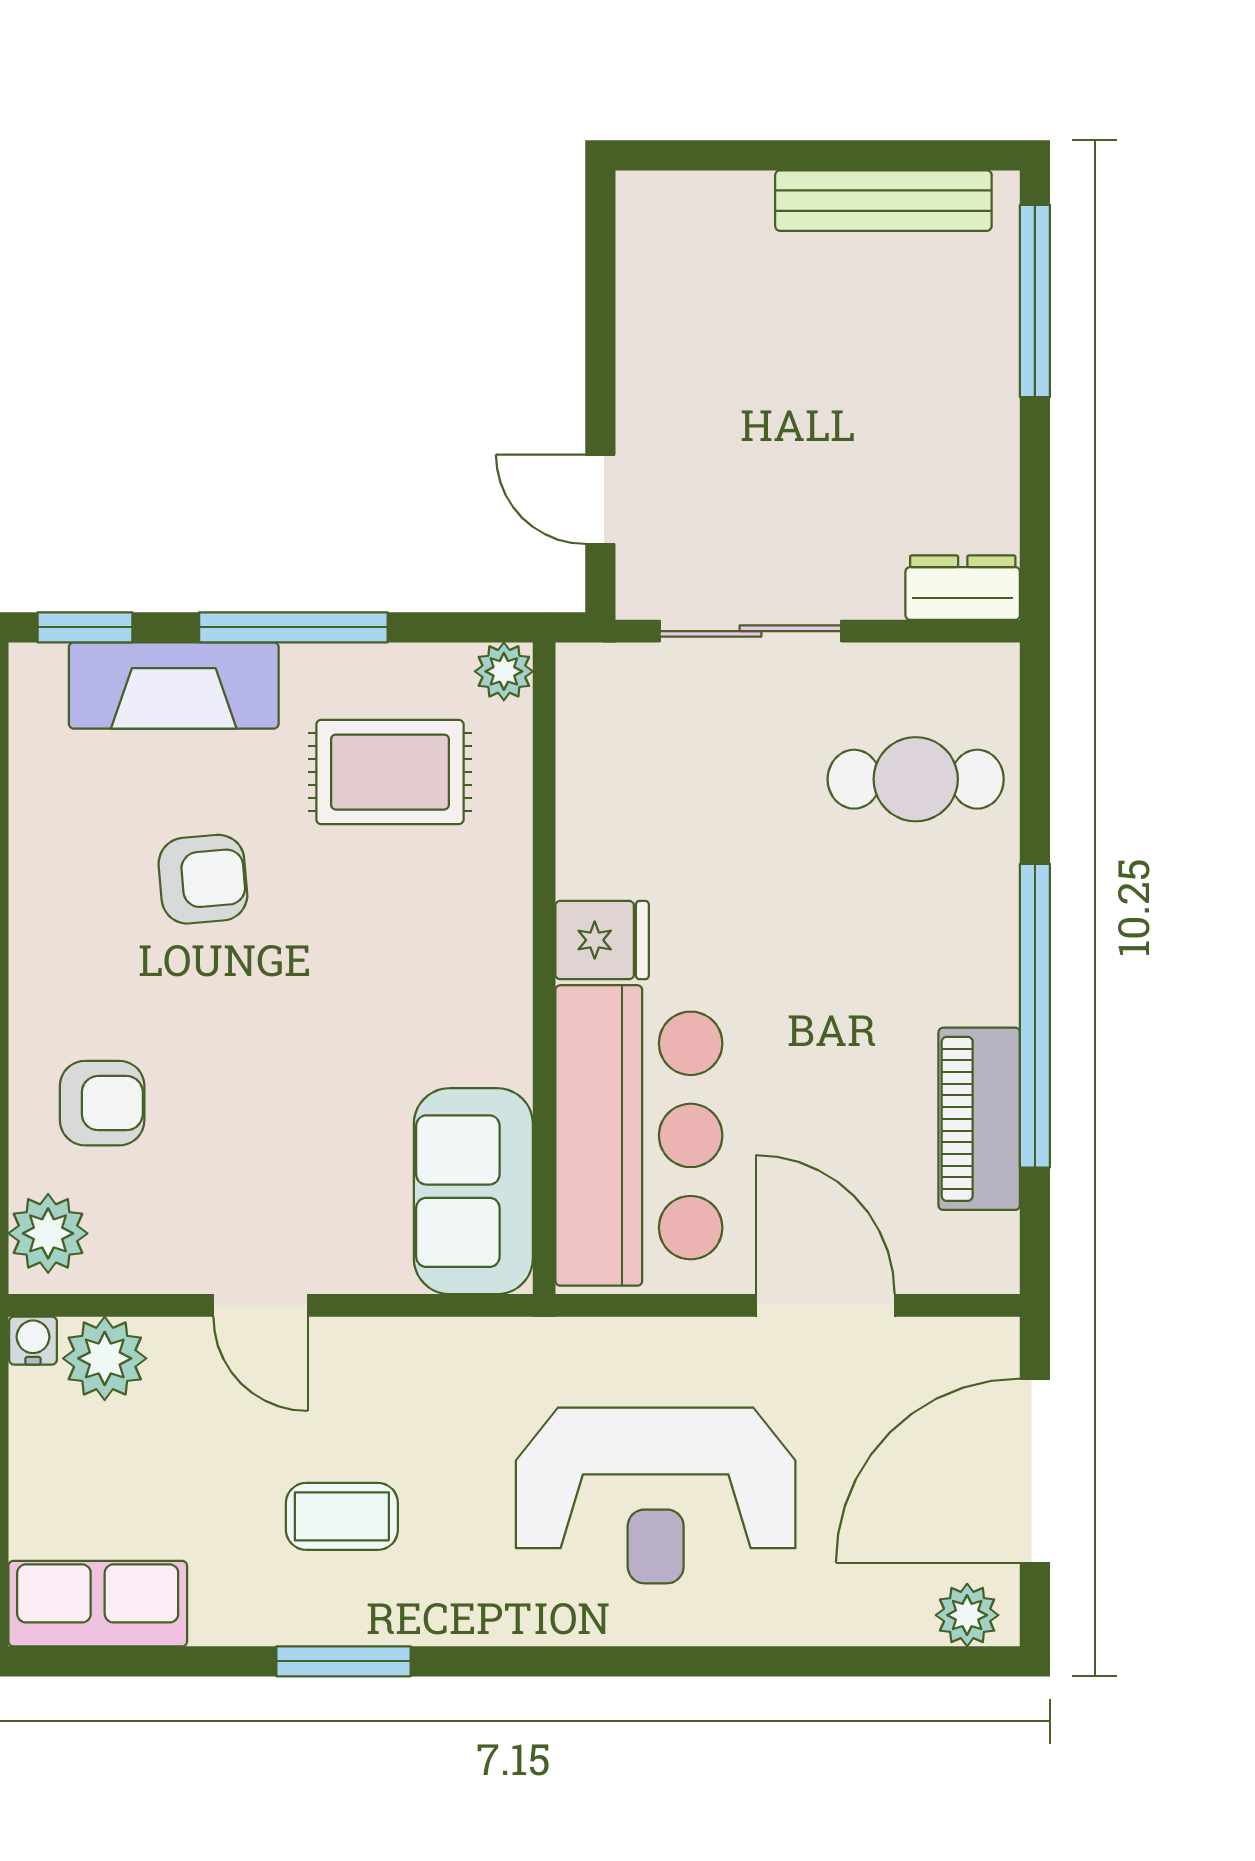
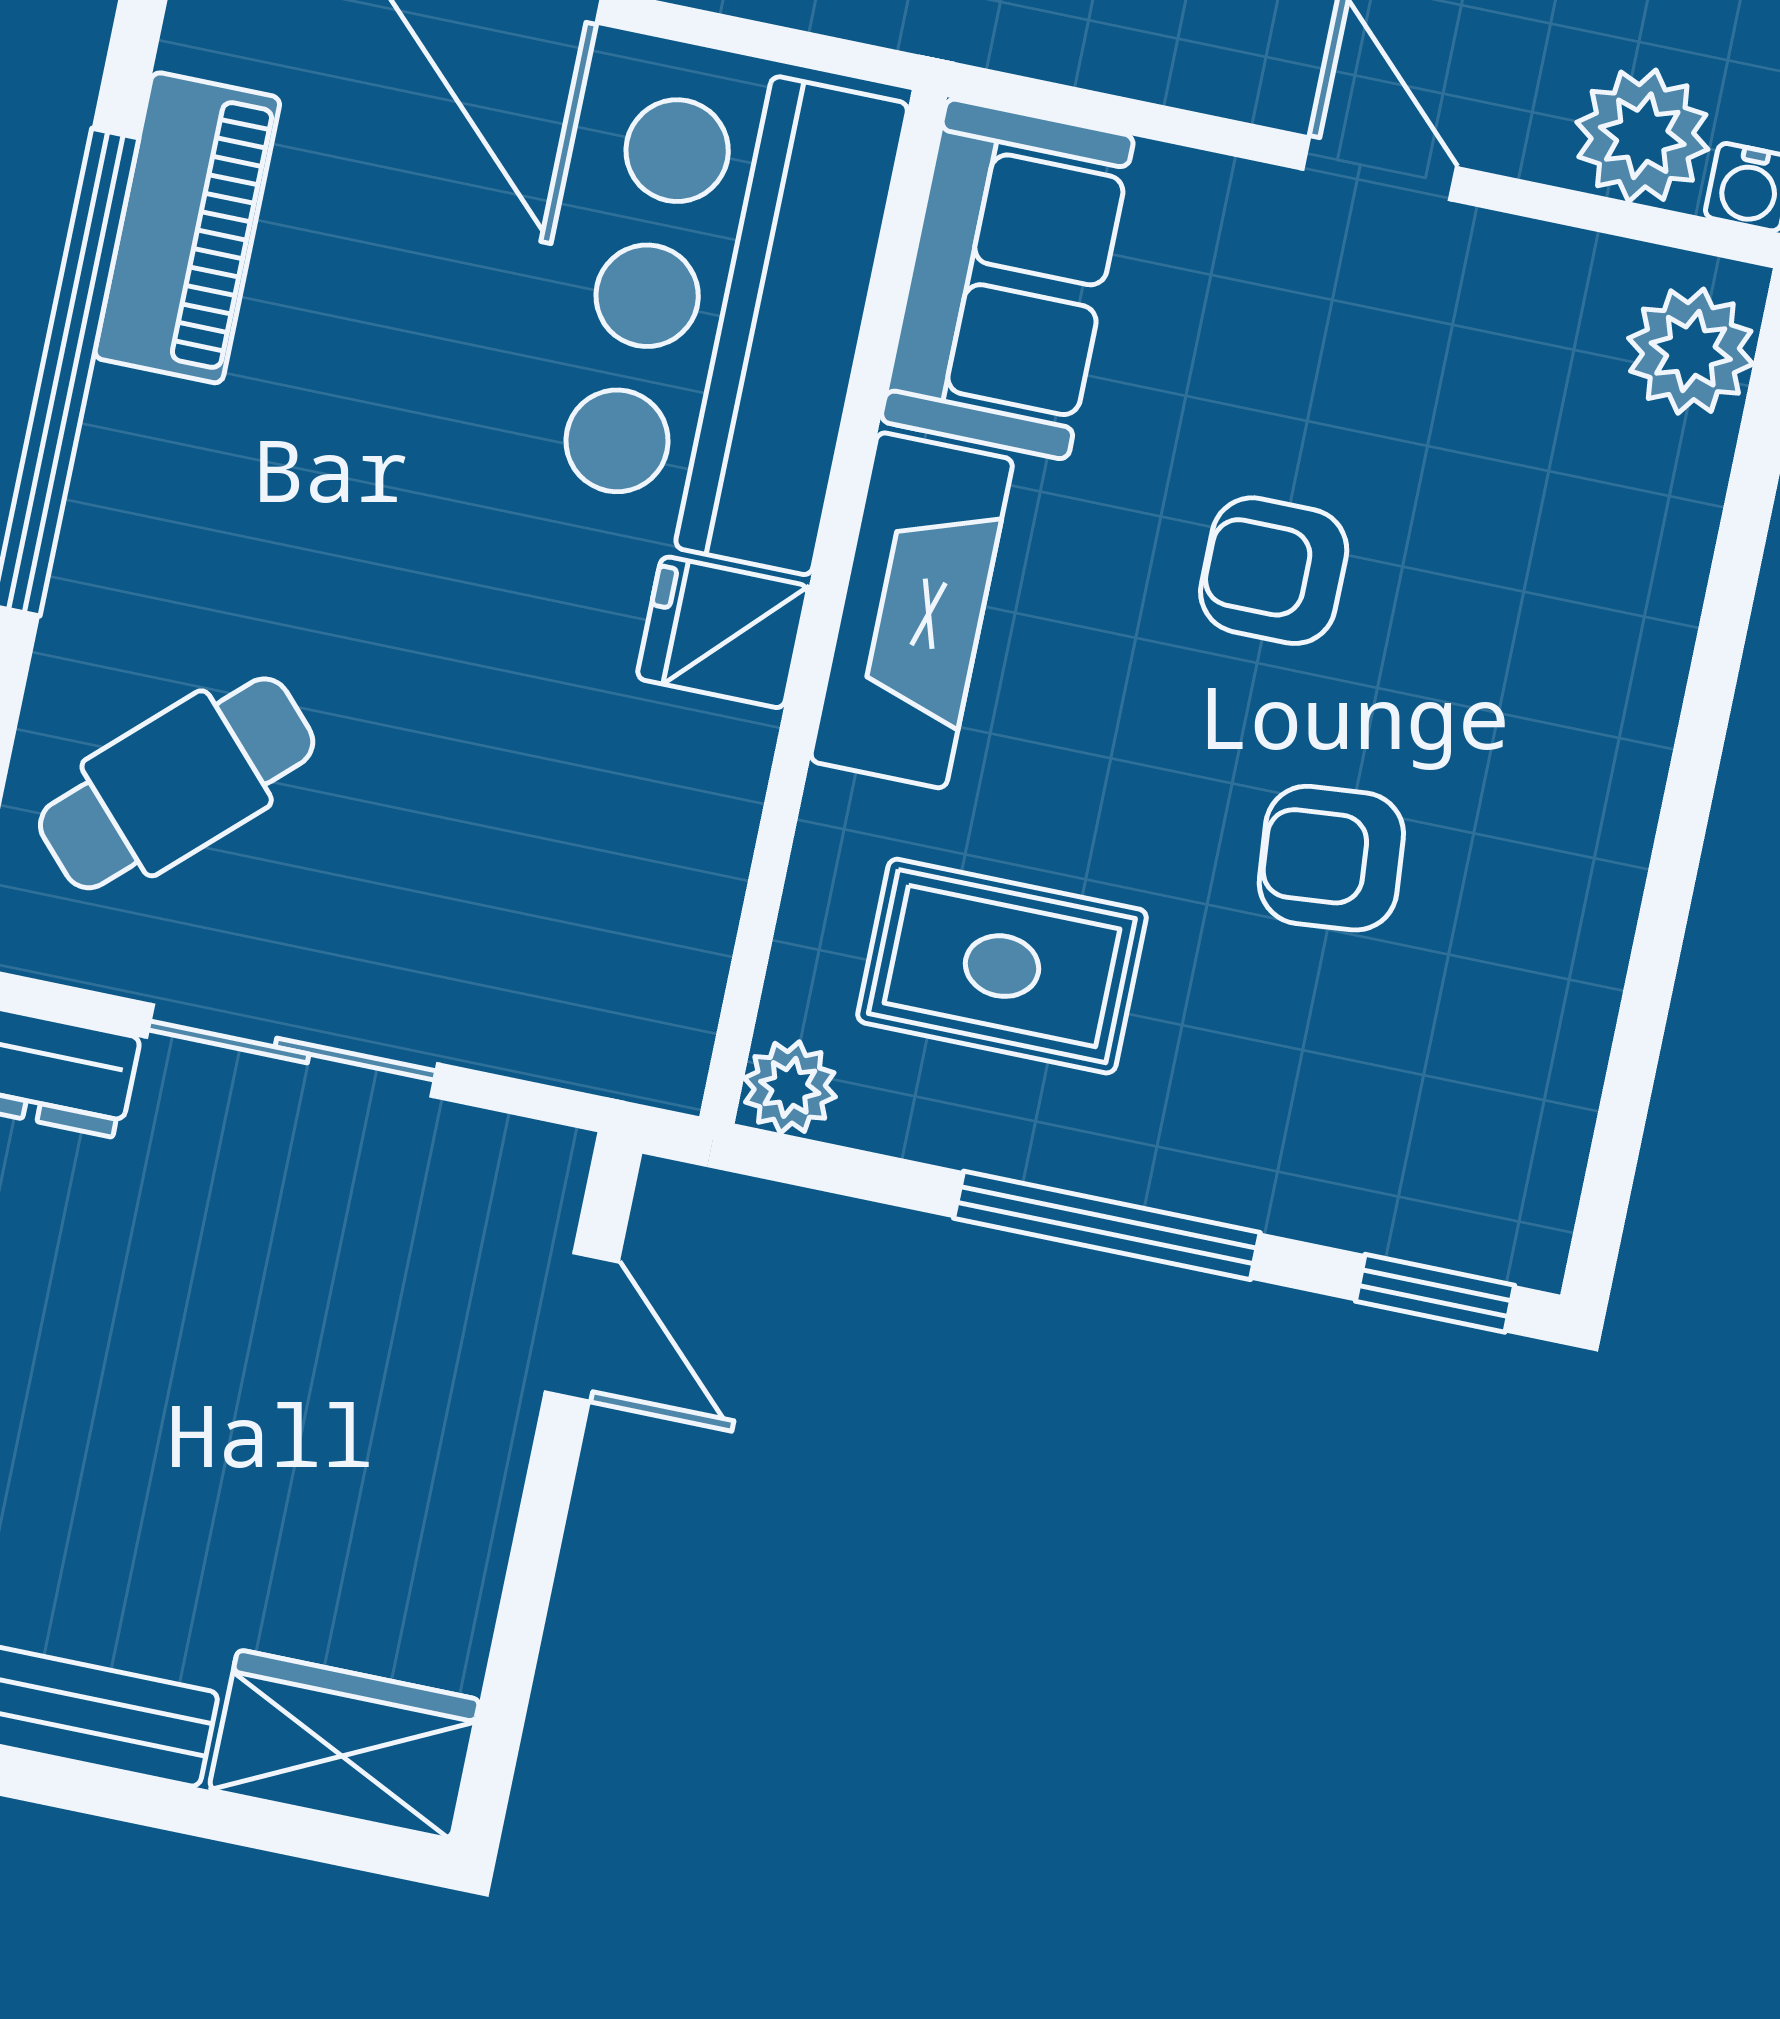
wardrobe: (692, 215) -> (344, 1745), added
sliding door: (750, 631) -> (292, 1050), moved
fireplace: (174, 685) -> (912, 610), moved, turned 90
cafe table: (916, 779) -> (177, 783), turned -43
armchair: (102, 1103) -> (1274, 571), moved

